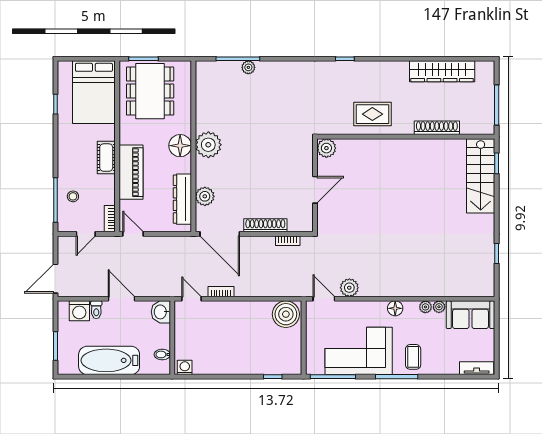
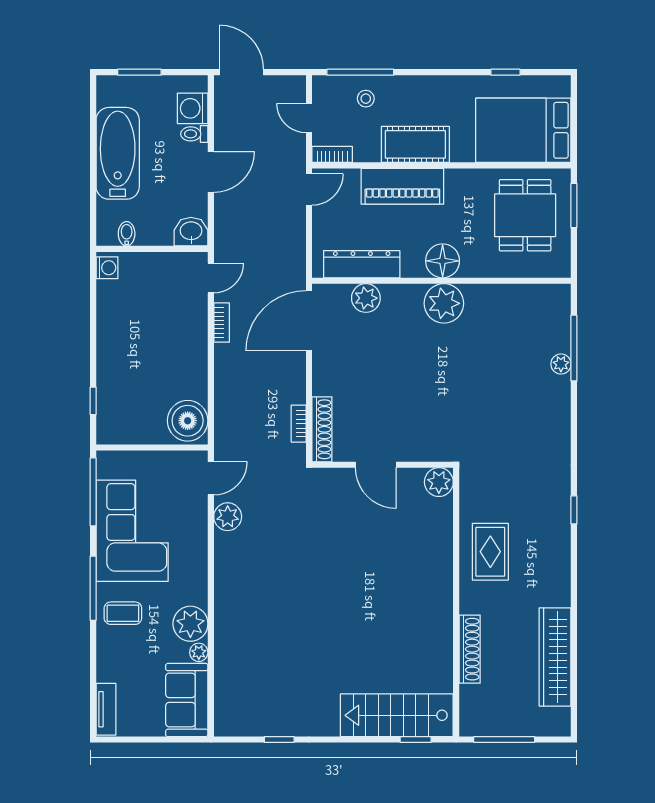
dining table: (150, 91) -> (525, 215), width x0.73
cot: (106, 158) -> (415, 144), width x1.37, depth x1.34
shoe rack: (265, 225) -> (322, 429), moved
plant: (425, 307) -> (190, 624), width x1.88, depth x1.88
floor lamp: (395, 308) -> (196, 586), removed

